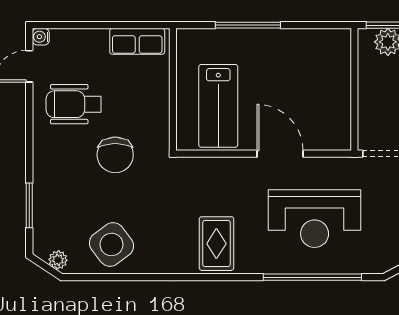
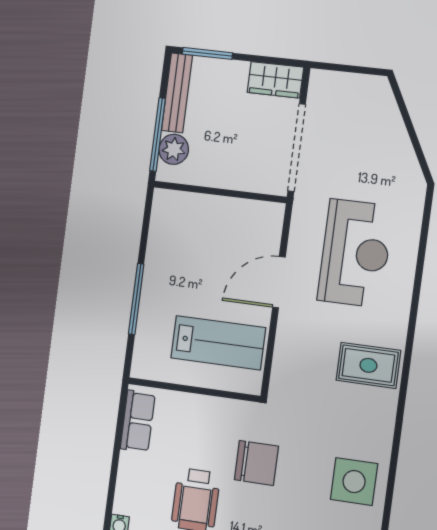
side table: (112, 244) -> (354, 482), turned 37
window: (312, 277) -> (420, 264), removed

